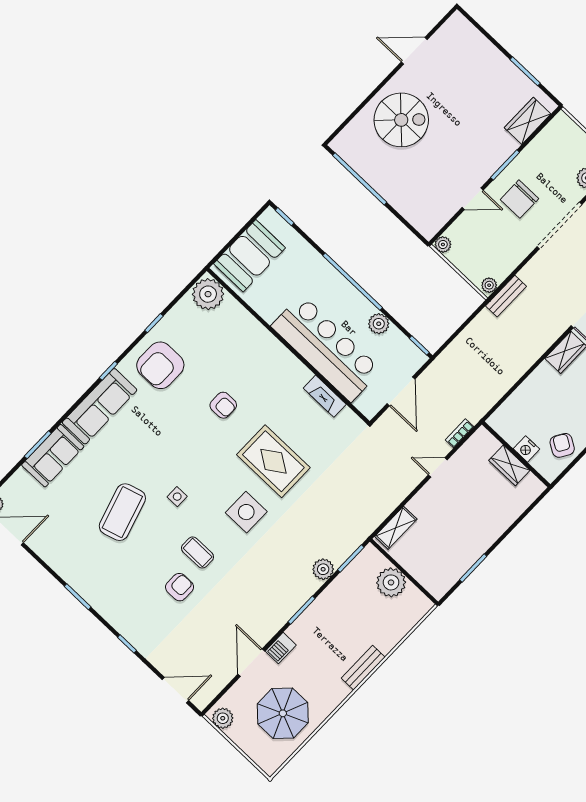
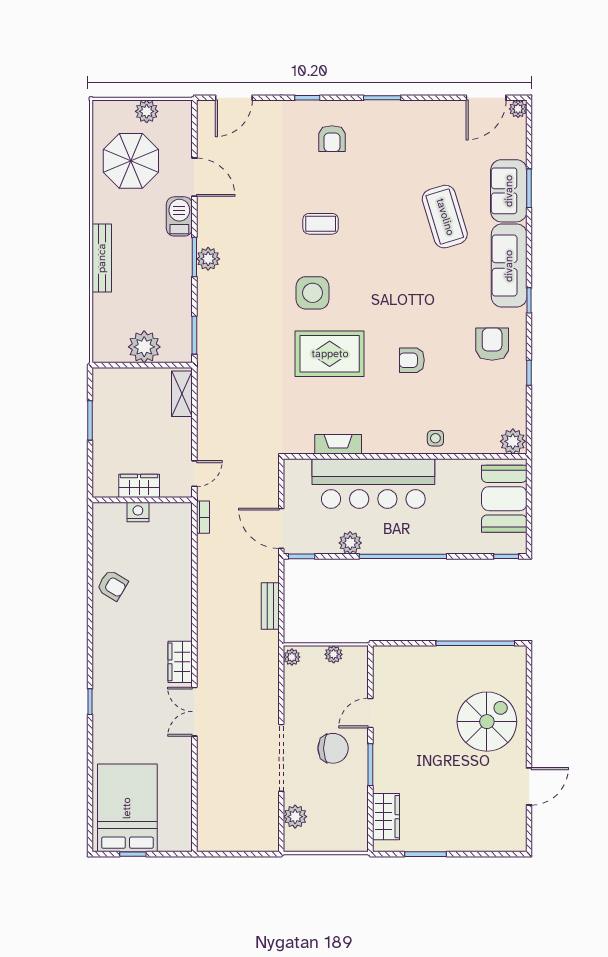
spiral stairs: (401, 120) -> (487, 722), turned 180
chair: (519, 199) -> (333, 748), turned 90
plant: (443, 244) -> (334, 654), moved
plant: (208, 294) -> (513, 441), width x0.73, depth x0.73
bench: (506, 296) -> (270, 606), moved
armchair: (160, 365) -> (492, 344), width x0.73, depth x0.73
door: (401, 391) -> (281, 528), moved
nightstand: (527, 449) -> (138, 512), moved
wall: (516, 454) -> (142, 500), moved
wardrobe: (509, 465) -> (139, 486), moved
side table: (177, 497) -> (435, 438), moved
coffee table: (122, 512) -> (445, 217), moved
plant: (323, 569) -> (208, 259), moved
armchair: (180, 587) -> (332, 139), moved
barbecue: (281, 648) -> (179, 216), width x1.38, depth x1.27
bench: (363, 668) -> (102, 258), width x1.36
plant: (223, 718) -> (147, 111), moved

